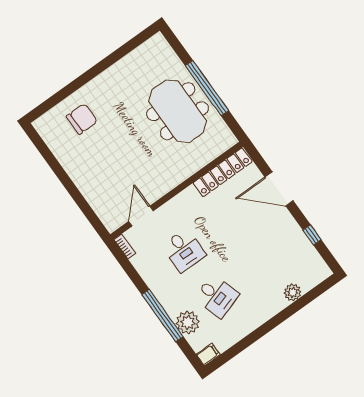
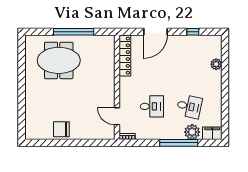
meeting table: (178, 111) -> (59, 60), moved
chair: (82, 119) -> (61, 129), moved, turned -90
desk: (217, 296) -> (189, 106), turned 30
filing cabinet: (208, 355) -> (212, 133), width x2.00

